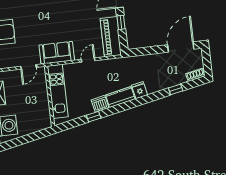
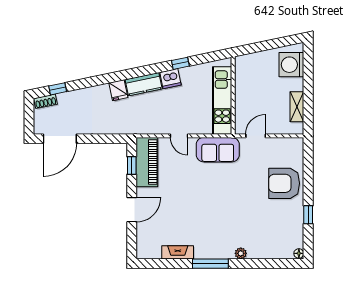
window: (121, 22) -> (132, 165), moved
door: (88, 60) -> (179, 136), hinge flipped
window: (176, 89) -> (58, 89), moved

